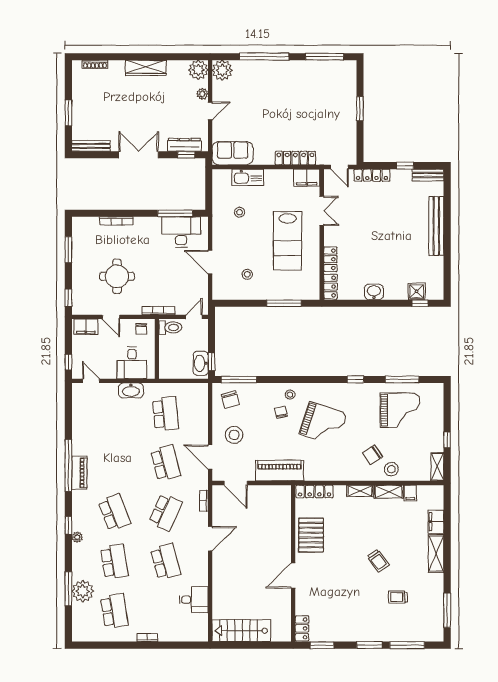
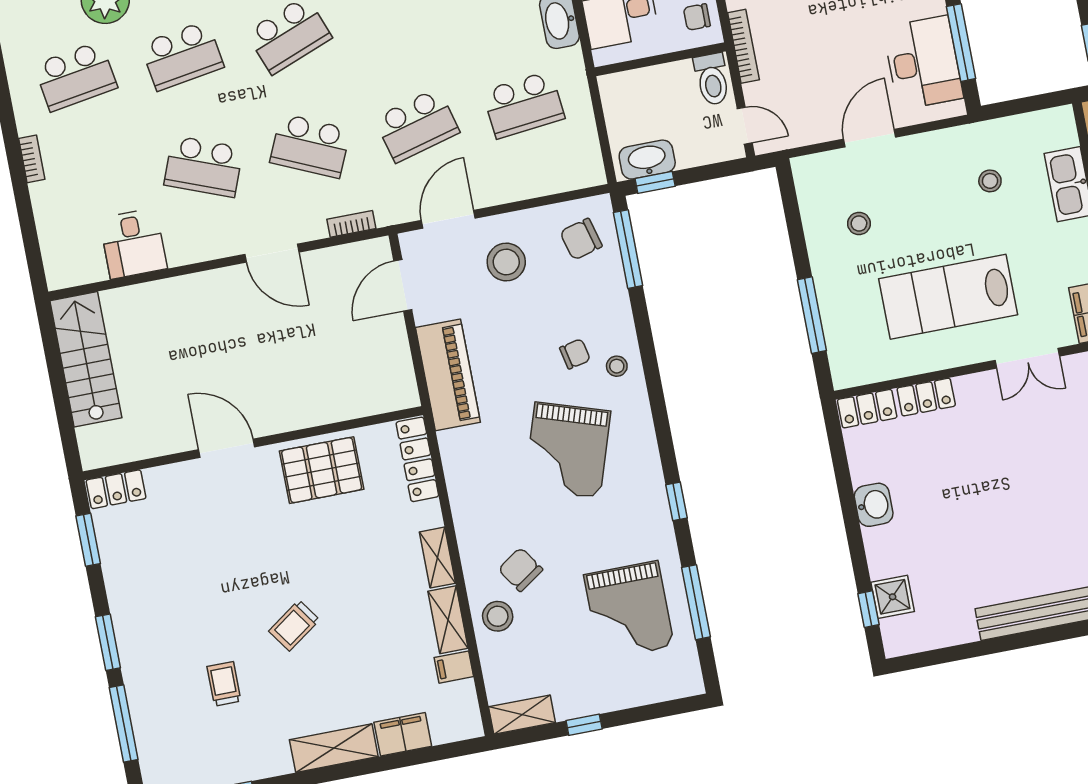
school desk: (166, 562) -> (204, 166), turned 36

